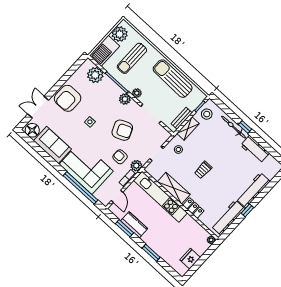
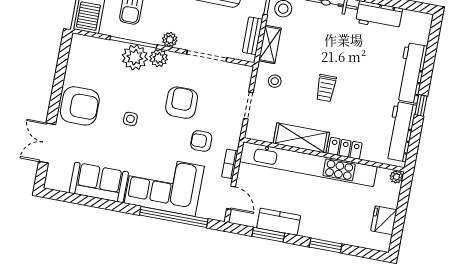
plant: (95, 75) -> (135, 57), moved
armchair: (68, 98) -> (80, 106), turned -90
floor lamp: (32, 130) -> (59, 180), removed
armchair: (122, 130) -> (182, 103), turned -67
plant: (136, 166) -> (231, 139), removed
kitchen unit: (160, 197) -> (308, 164), width x1.36

